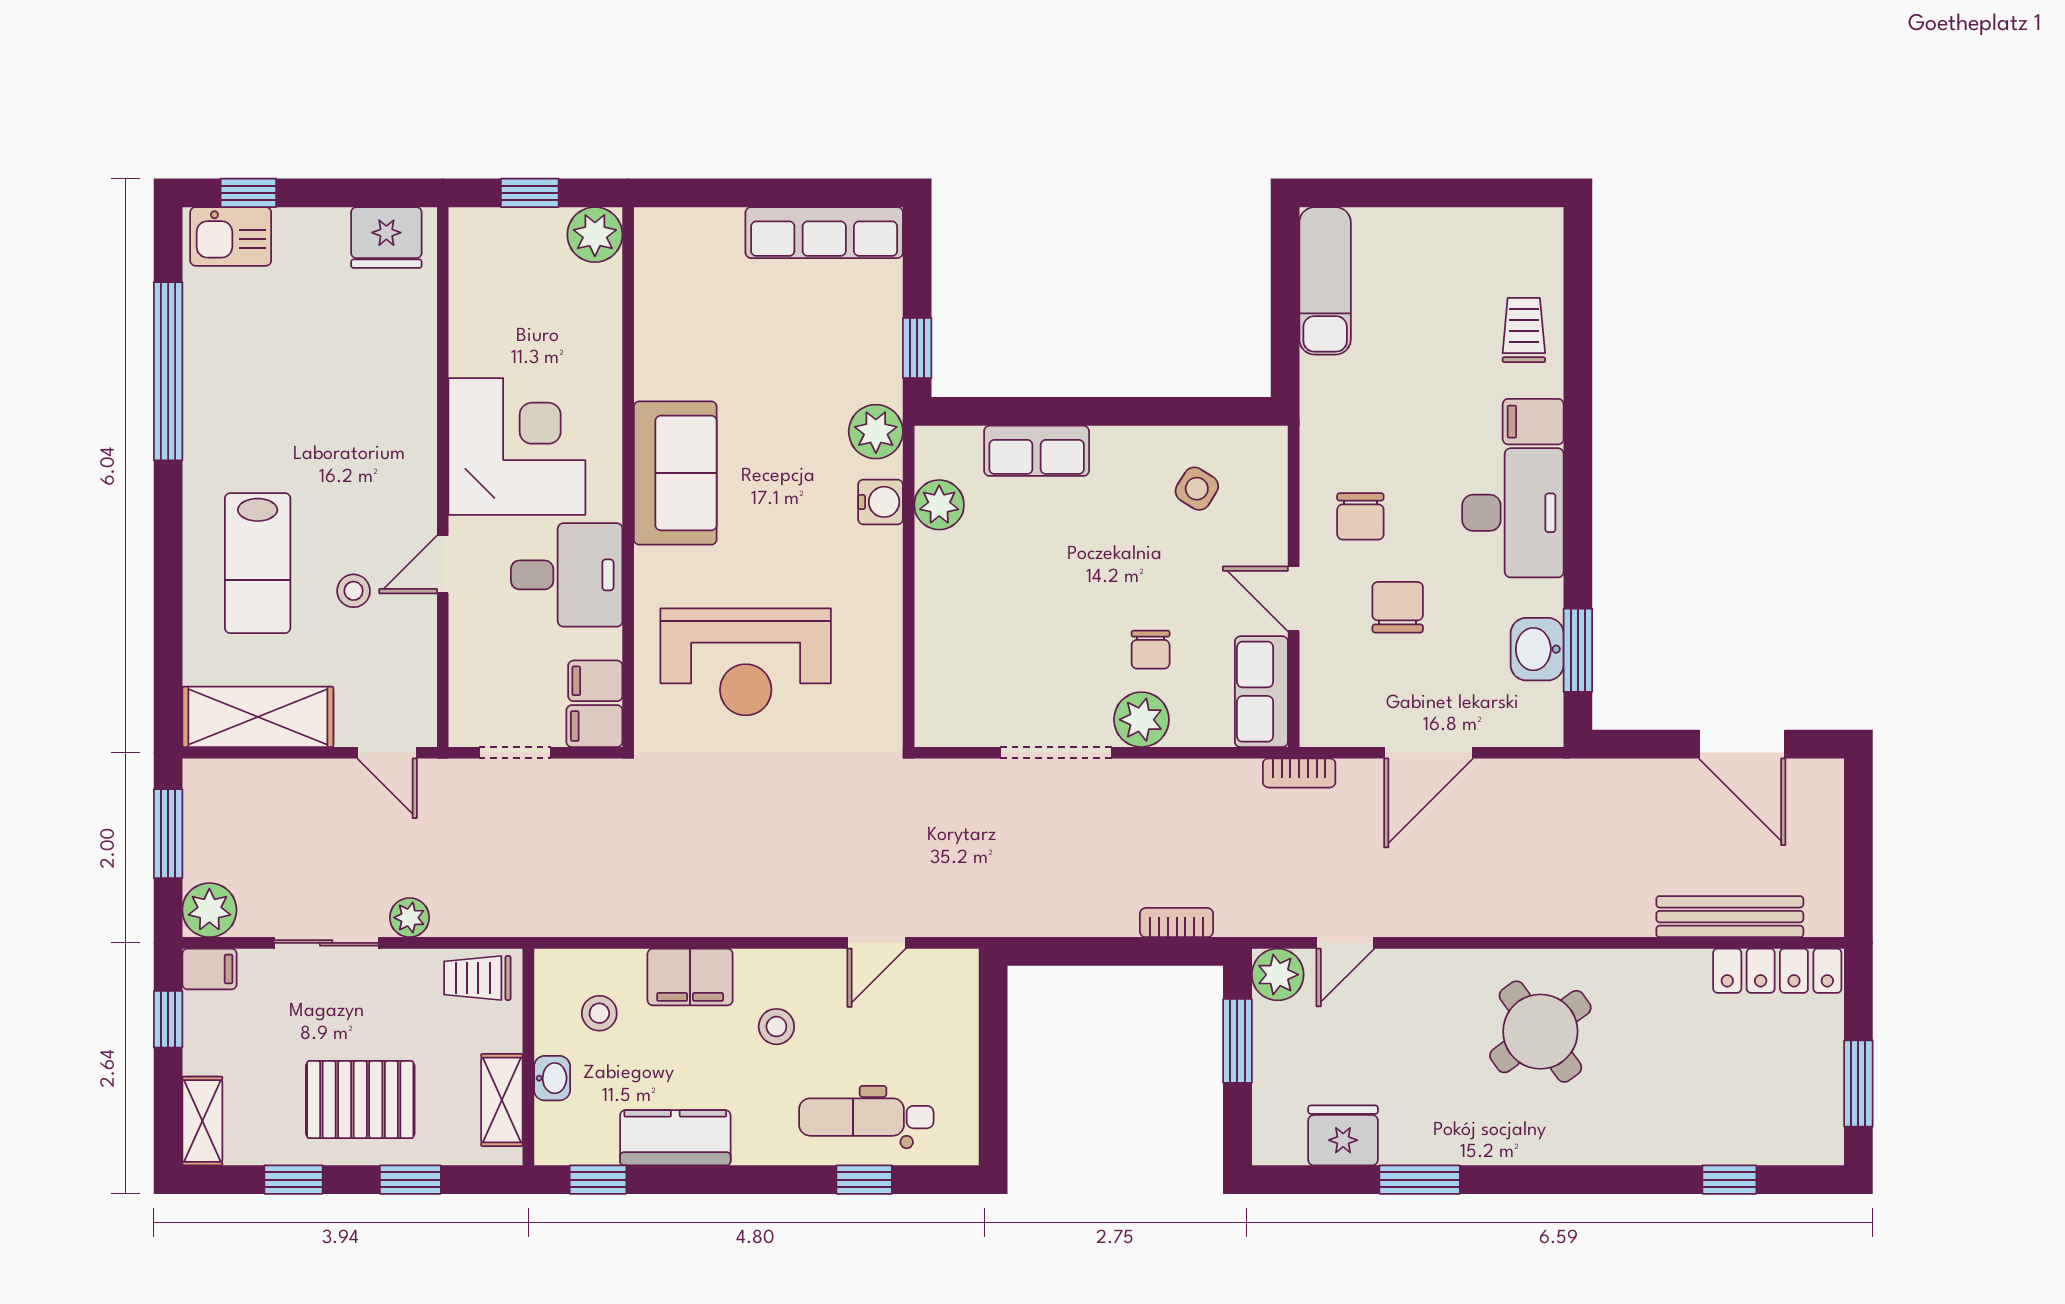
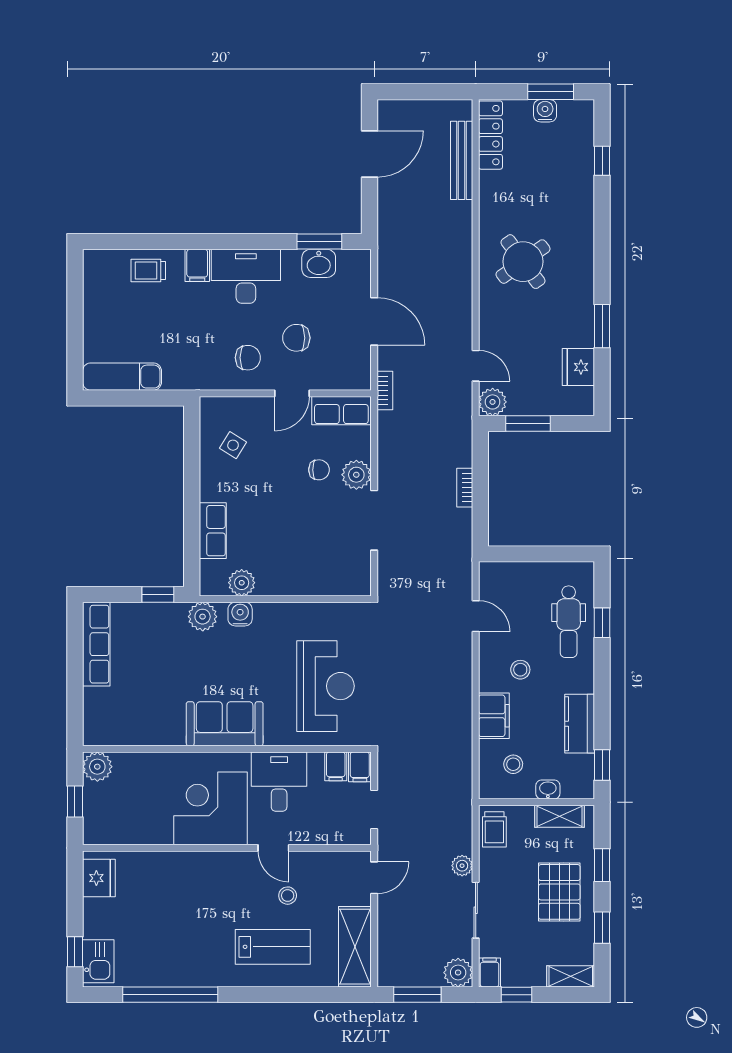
bookcase: (1177, 923) -> (465, 488), moved
water cooler: (1823, 1073) -> (545, 111), added

